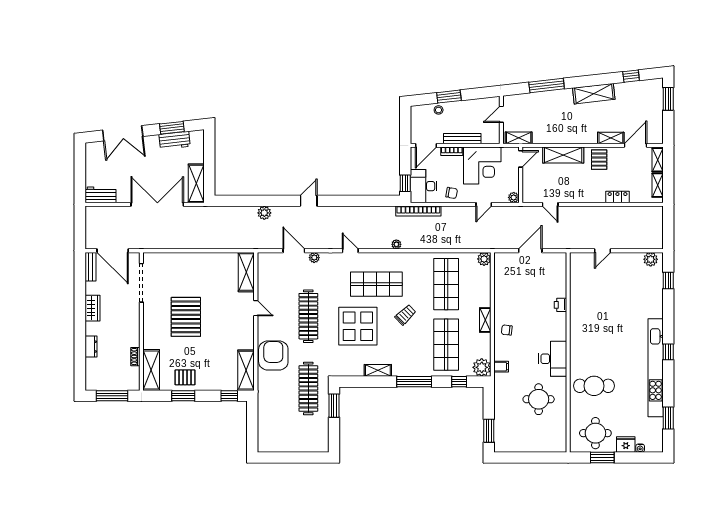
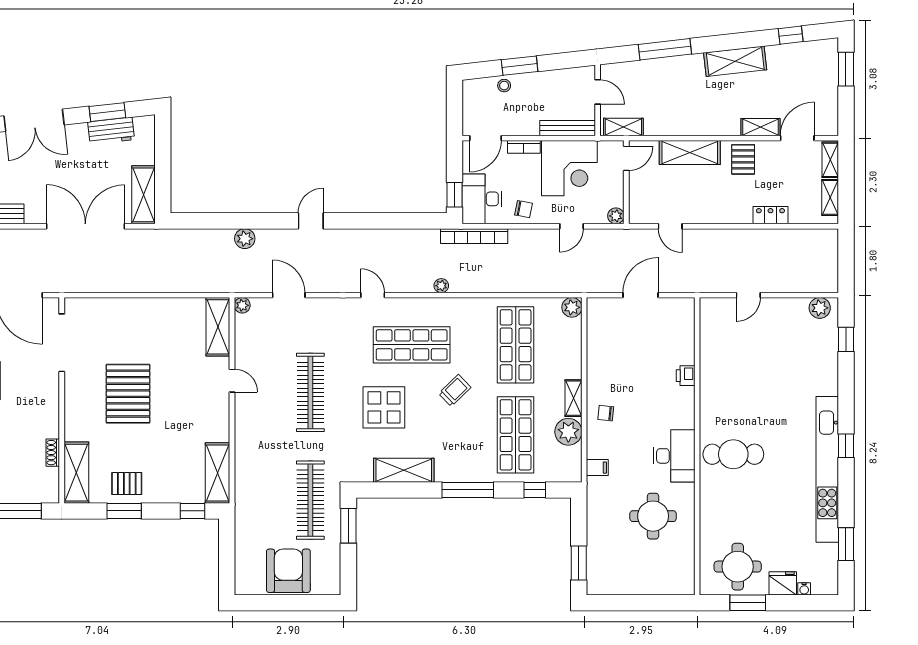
door: (501, 114) -> (598, 92), swing flipped
bench: (462, 139) -> (568, 128), moved
plant: (314, 258) -> (242, 305), moved
display table: (358, 326) -> (384, 407), width x0.73, depth x0.73
armchair: (273, 356) -> (288, 571), moved
plant: (482, 367) -> (568, 432), moved
shelving: (378, 370) -> (404, 470), width x1.50, depth x1.33
cafe table: (594, 386) -> (733, 454), moved

